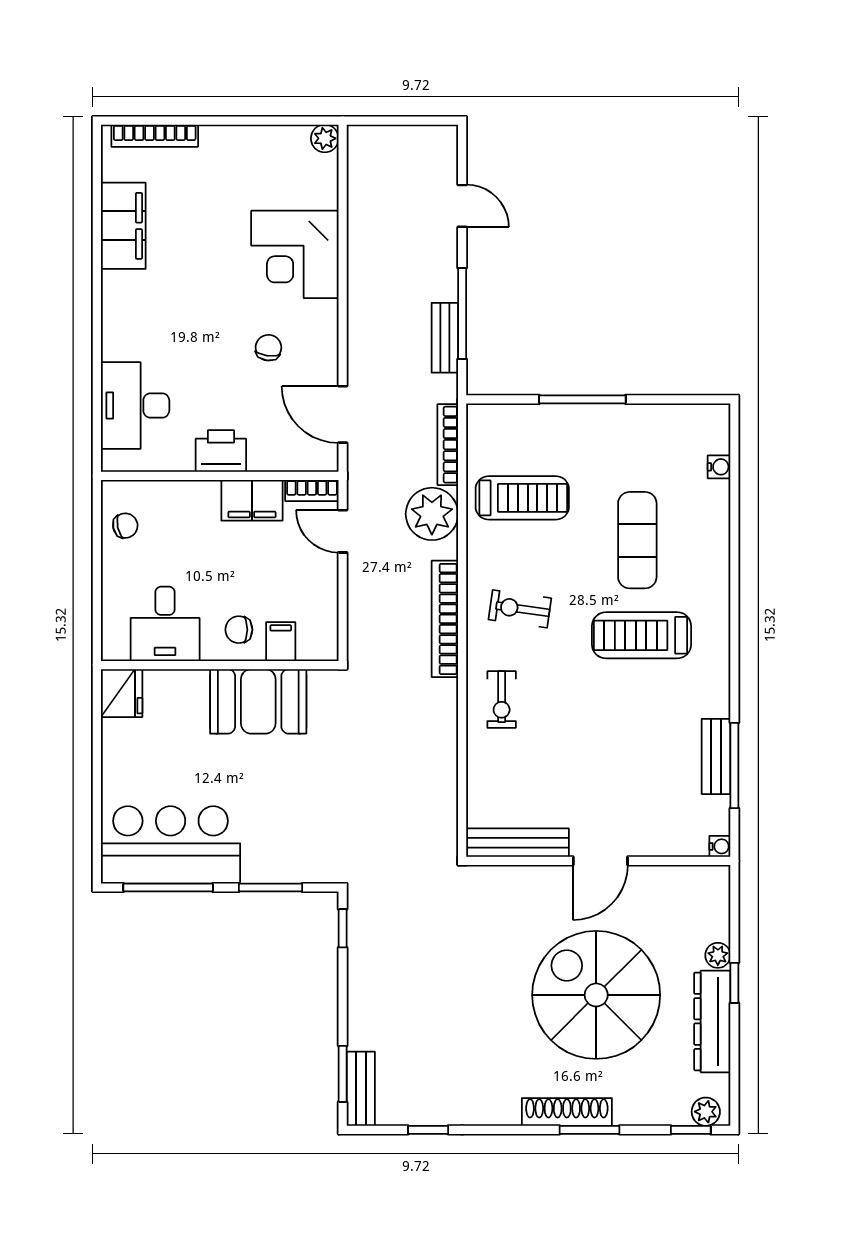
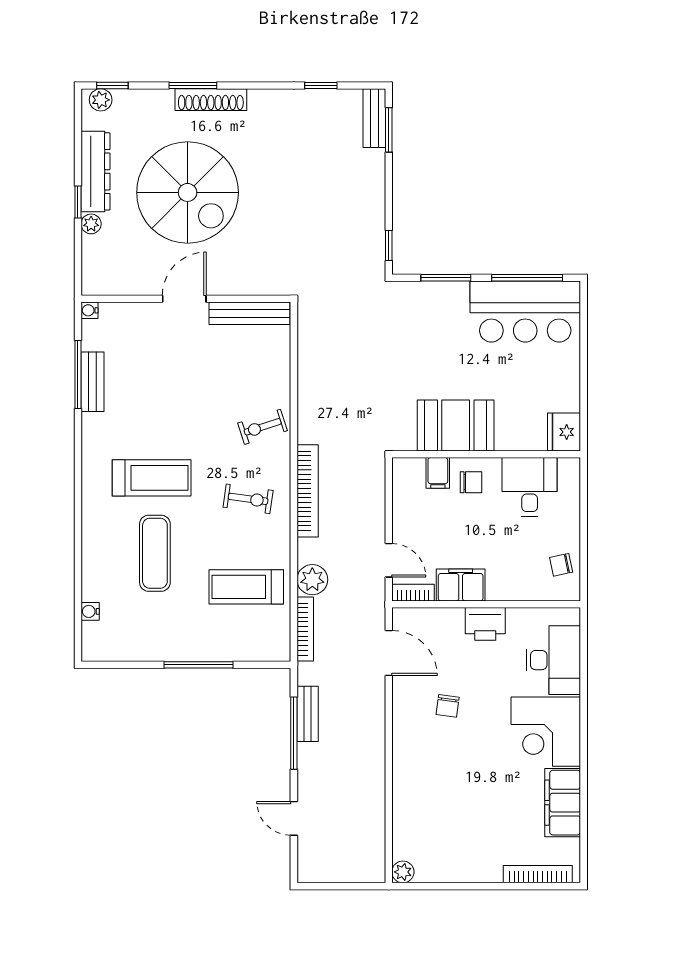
corner desk: (295, 254) -> (546, 732), moved, turned 180
plant: (432, 514) -> (312, 580), width x0.73, depth x0.73
exercise bike: (502, 700) -> (263, 427), turned -108

